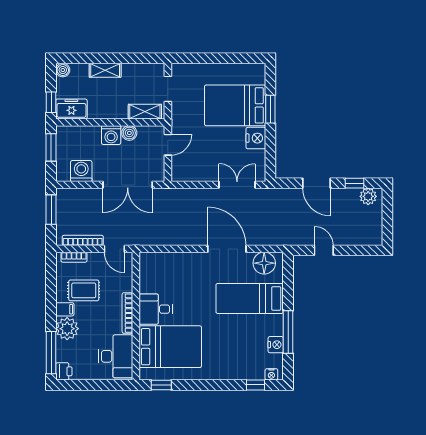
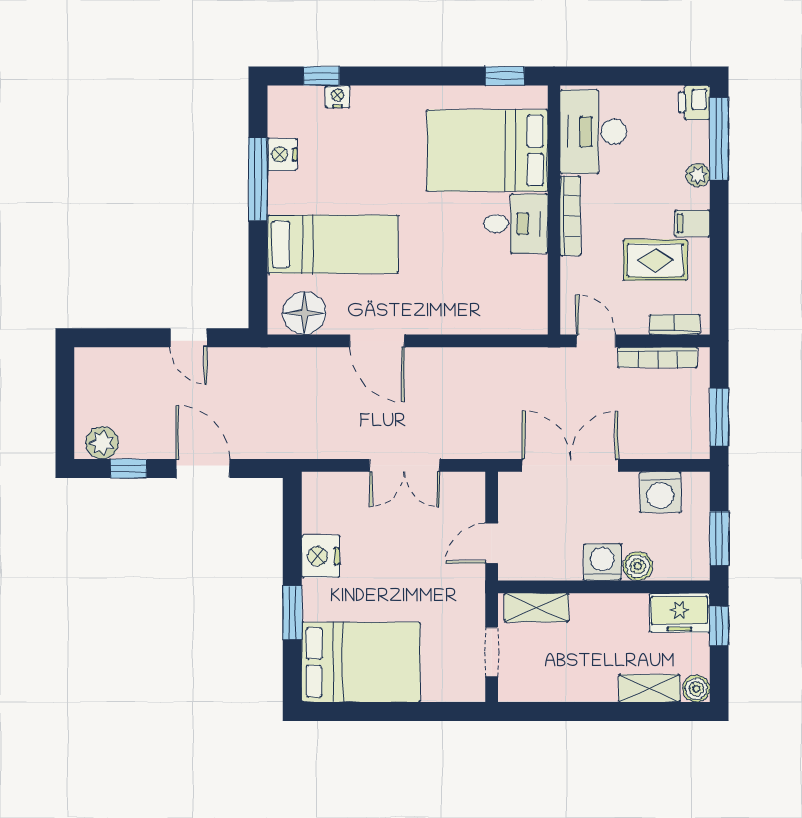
shelving: (105, 70) -> (649, 688), moved
bed: (235, 105) -> (361, 662), moved
boiler: (129, 133) -> (638, 566), moved
double door: (237, 185) -> (404, 465), moved
door: (227, 249) -> (377, 341), width x0.73
plant: (67, 329) -> (698, 175), width x0.53, depth x0.53
nightstand: (271, 374) -> (337, 97), moved

